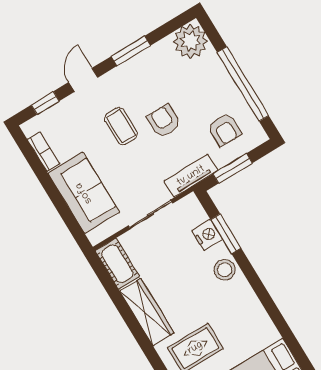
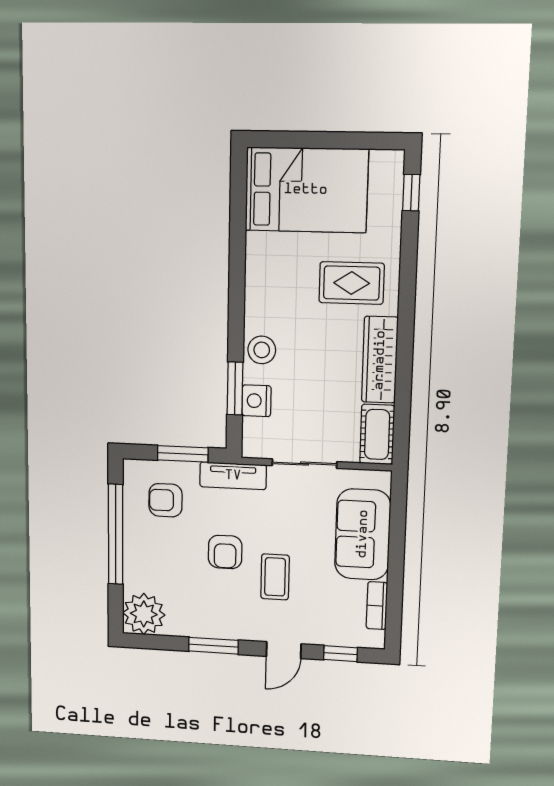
armchair: (224, 130) -> (165, 500), turned -90

